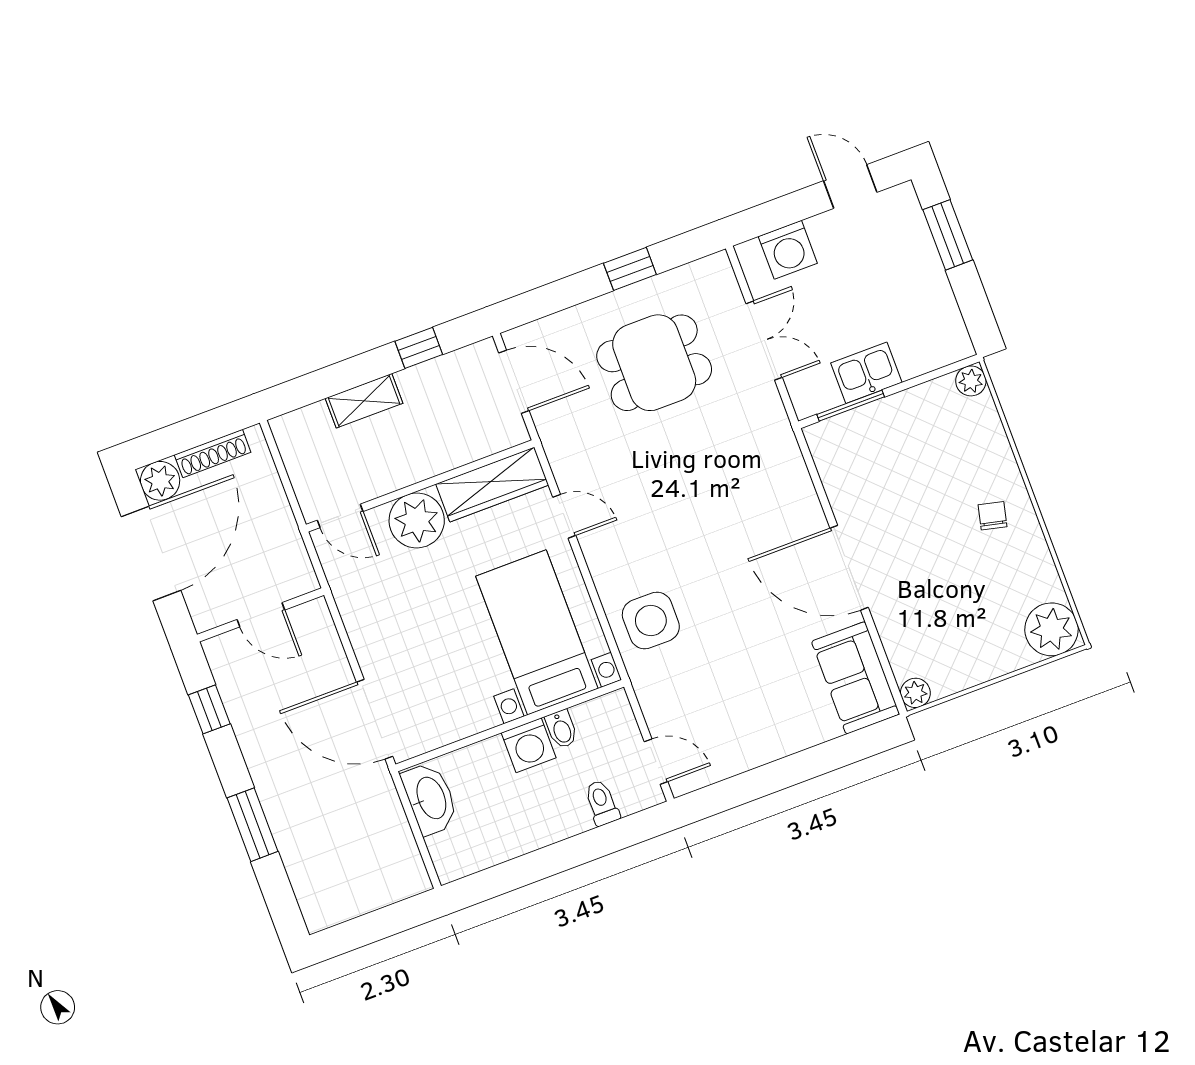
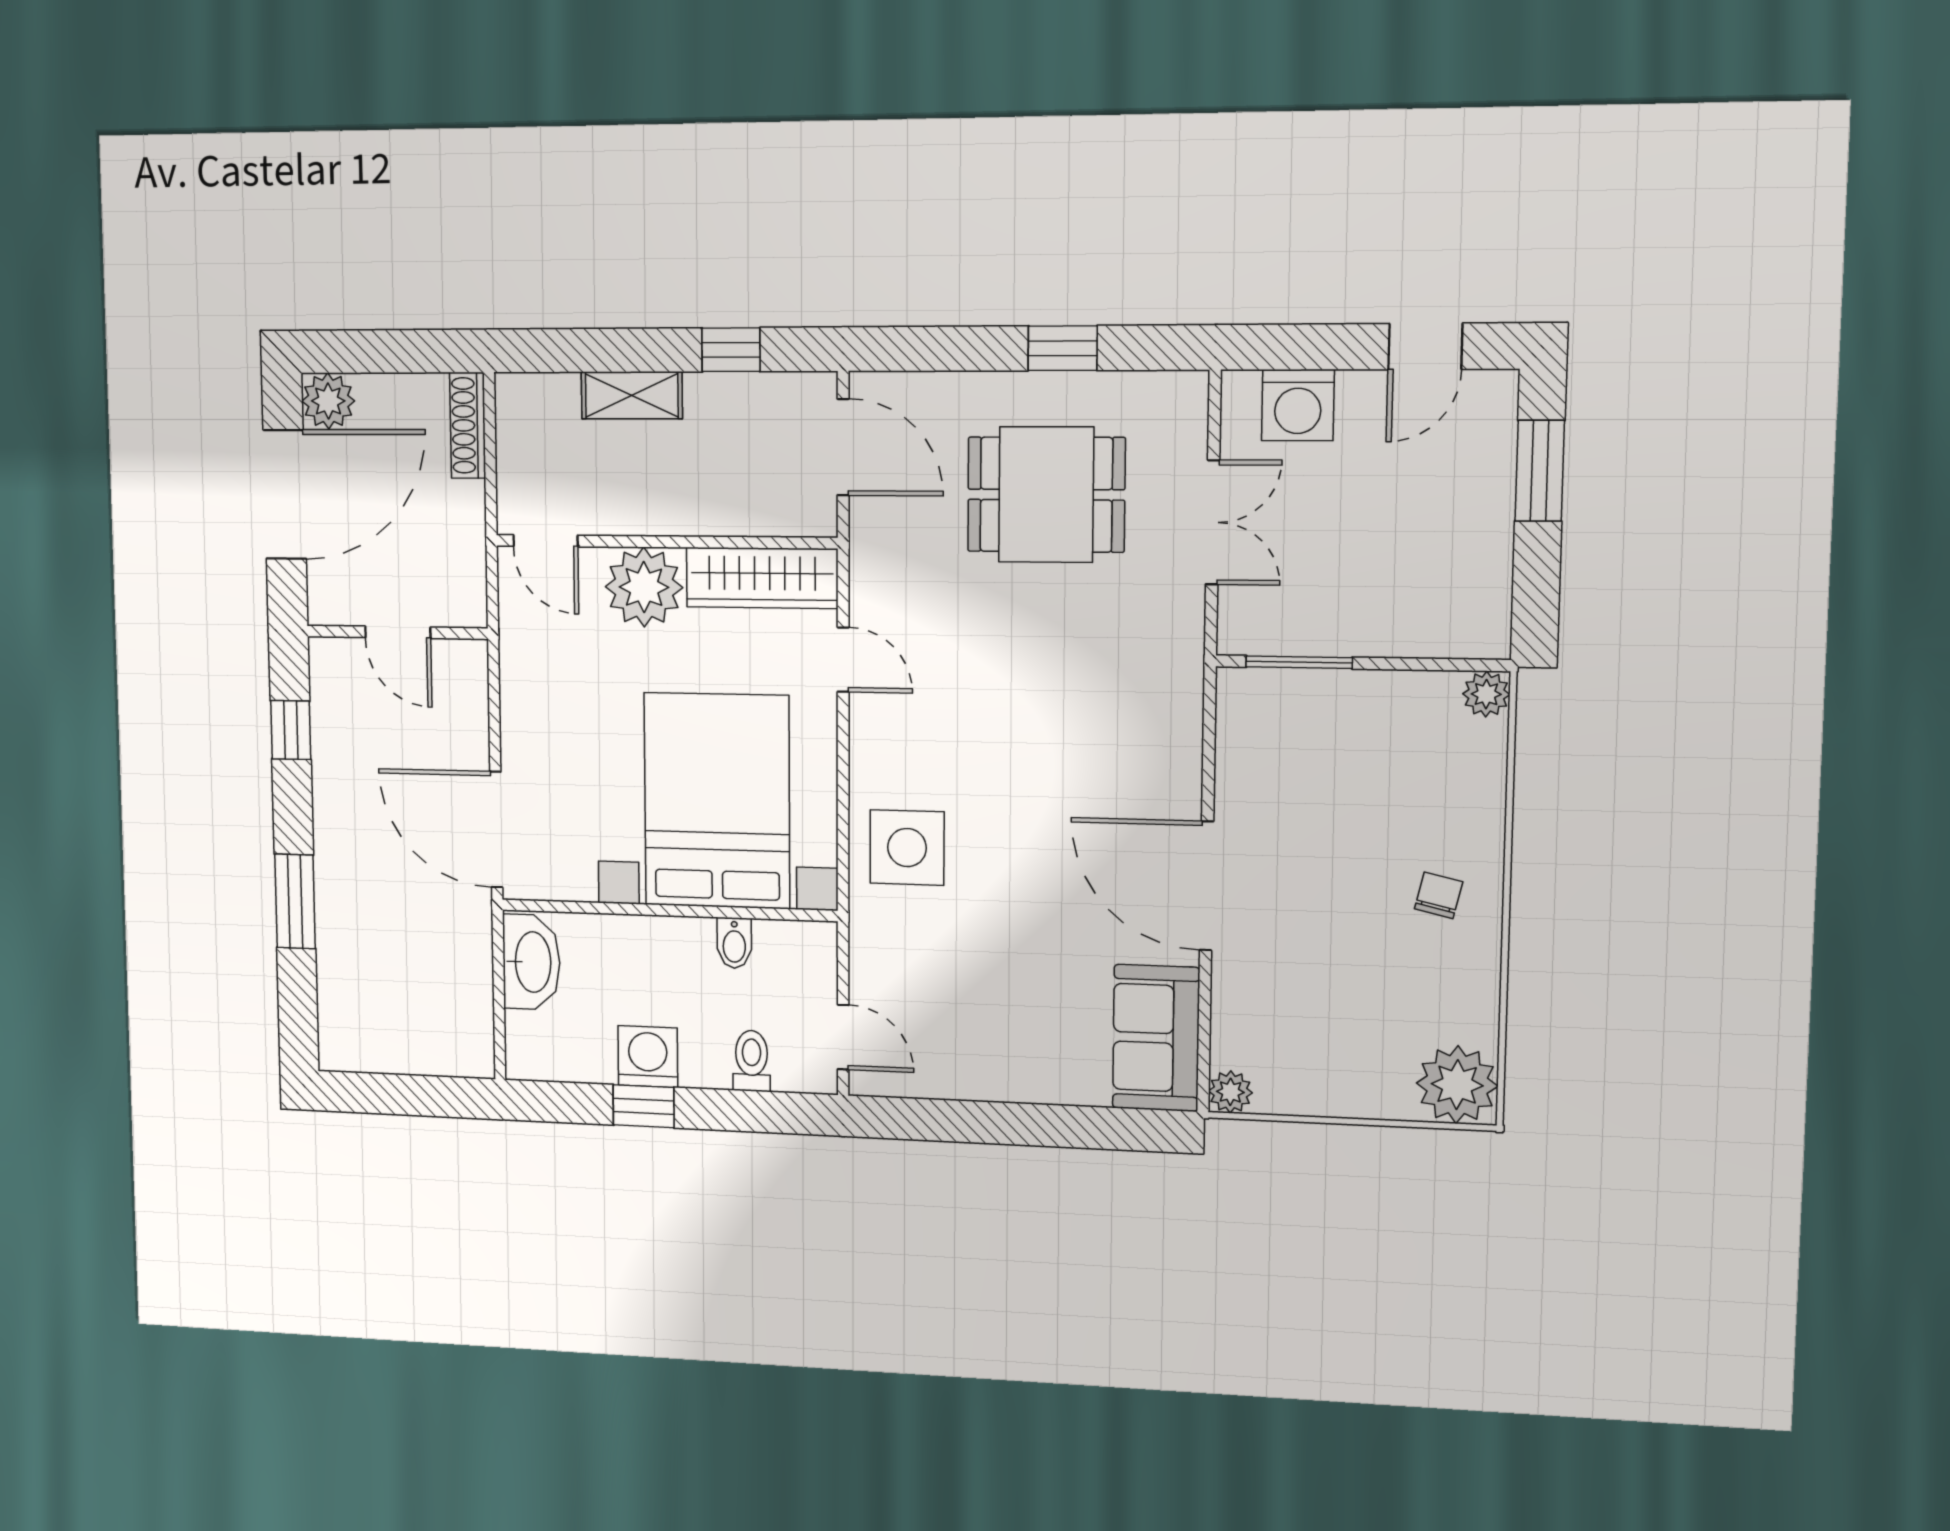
door: (850, 187) -> (1425, 346), swing flipped
kitchen sink: (866, 373) -> (1340, 624), removed
shoe rack: (213, 454) -> (468, 425), moved, turned 90
bed with nightstands: (537, 632) -> (717, 801), width x1.36
washing machine: (529, 745) -> (648, 1057), moved, turned 180
window: (541, 864) -> (644, 1106), added

